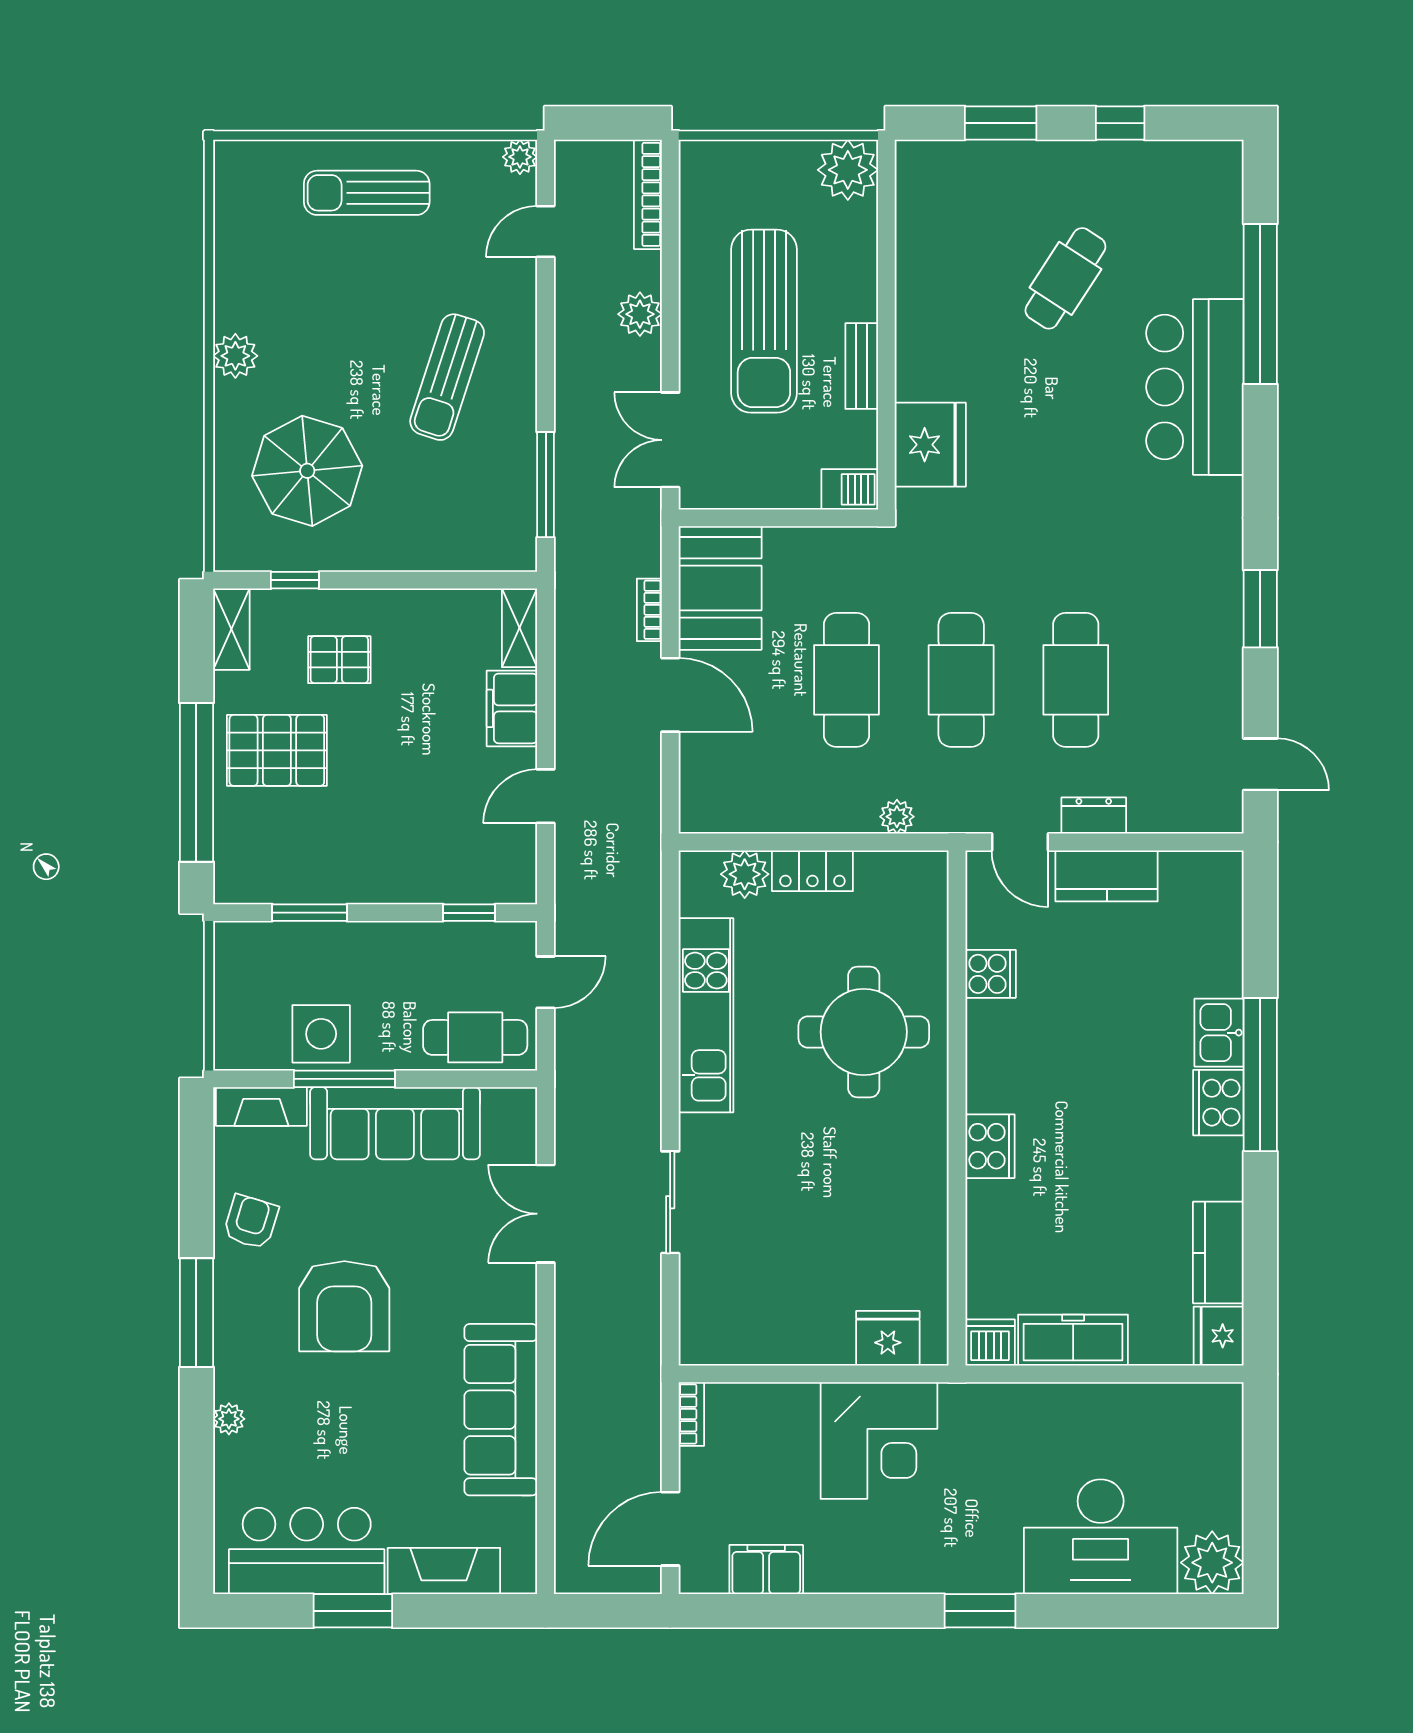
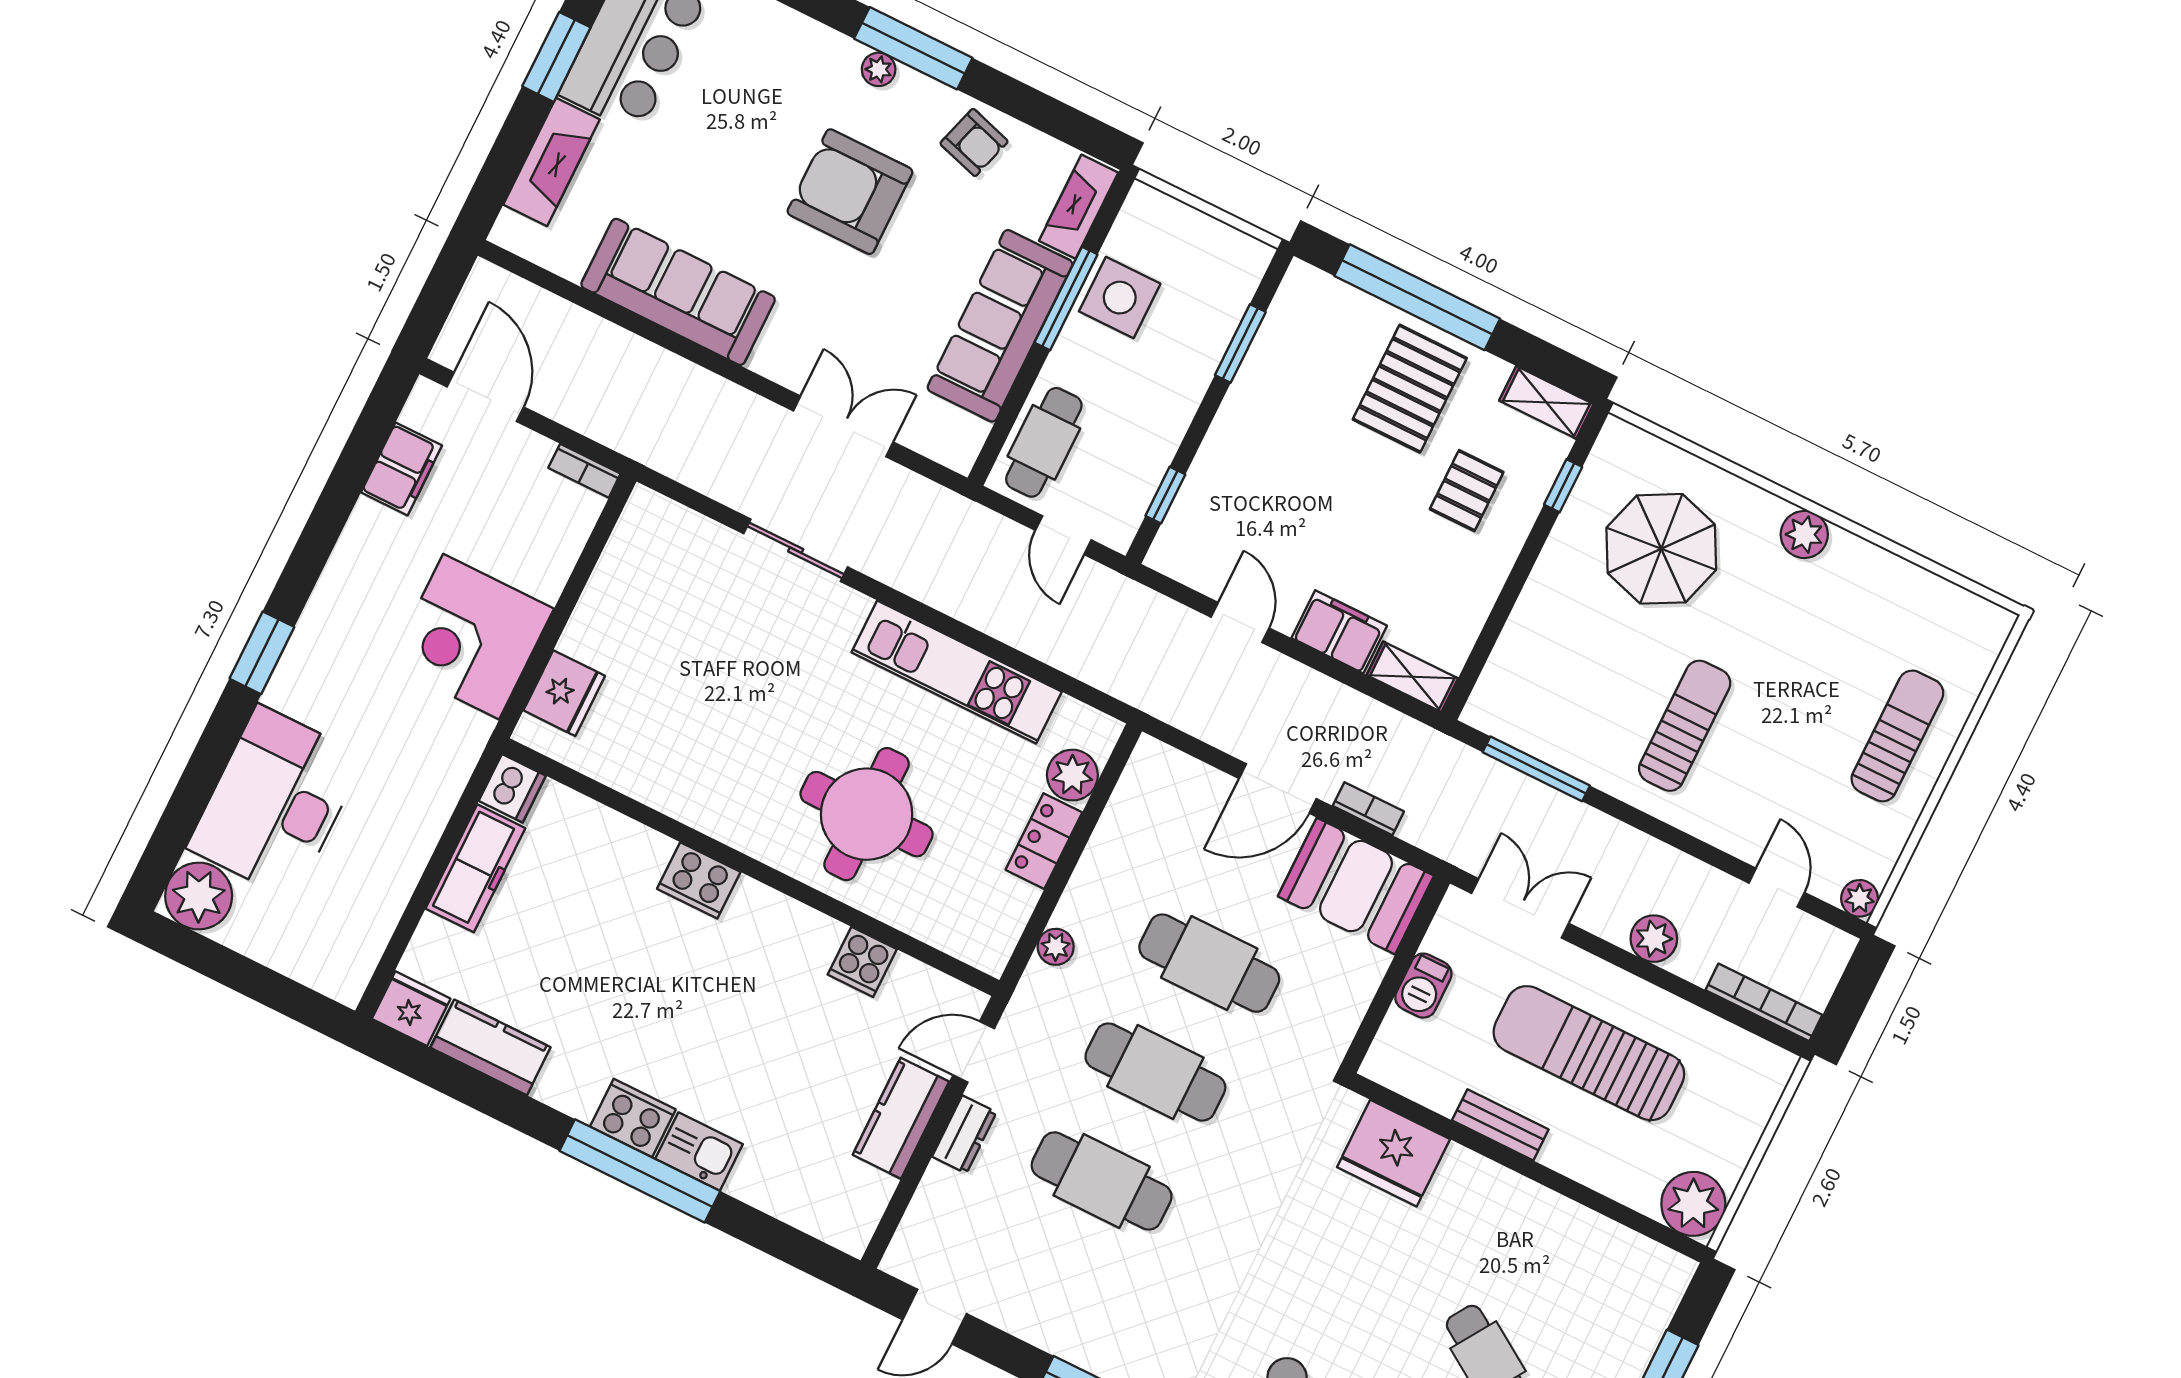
sun lounger: (447, 377) -> (1685, 726), turned 72
barbecue: (850, 489) -> (1423, 986), moved
plant: (229, 1419) -> (879, 69), moved

